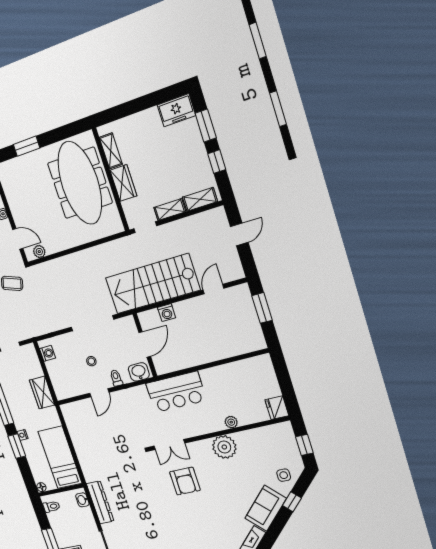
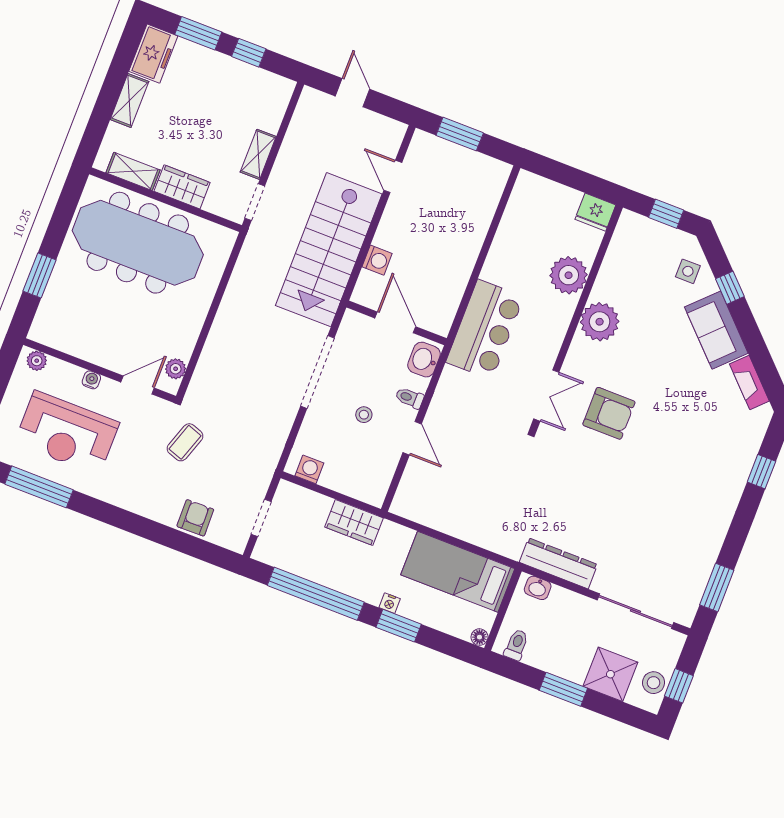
shelving: (200, 199) -> (129, 100), moved
plant: (231, 422) -> (569, 275), width x1.87, depth x1.87

